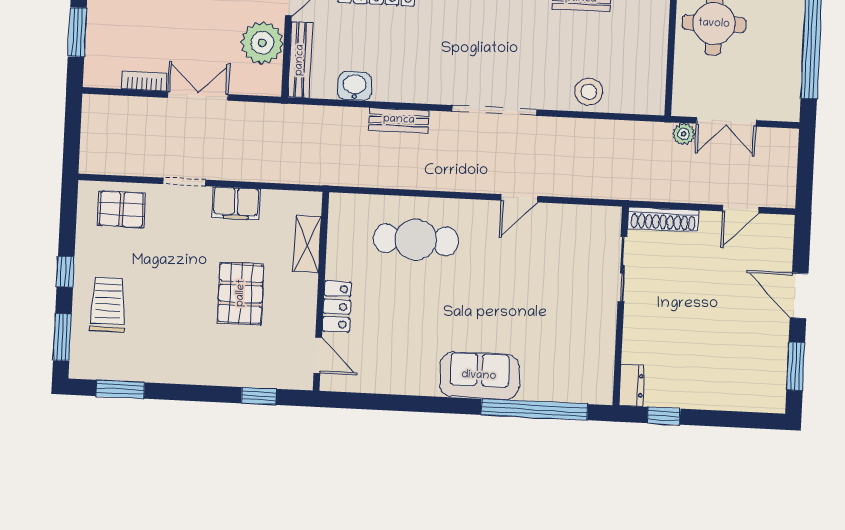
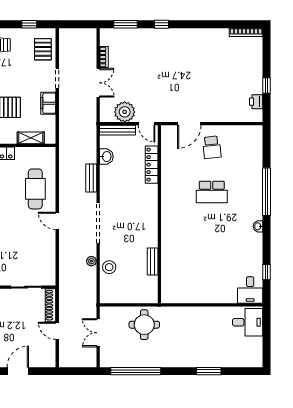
plant: (684, 134) -> (91, 261), moved
door: (519, 198) -> (57, 221), moved
door: (741, 209) -> (57, 331), moved
window: (65, 272) -> (29, 24), moved

